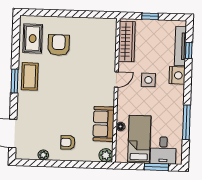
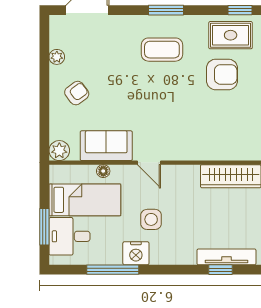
window: (16, 32) -> (240, 10), added
nightstand: (177, 75) -> (136, 253), moved
coffee table: (30, 76) -> (162, 50), moved
door: (116, 80) -> (149, 163), moved
side table: (148, 80) -> (151, 219), moved
armchair: (68, 142) -> (77, 93), turned 53

